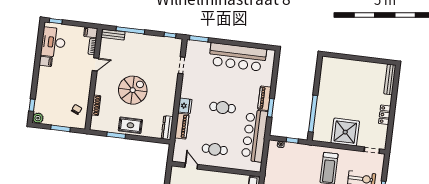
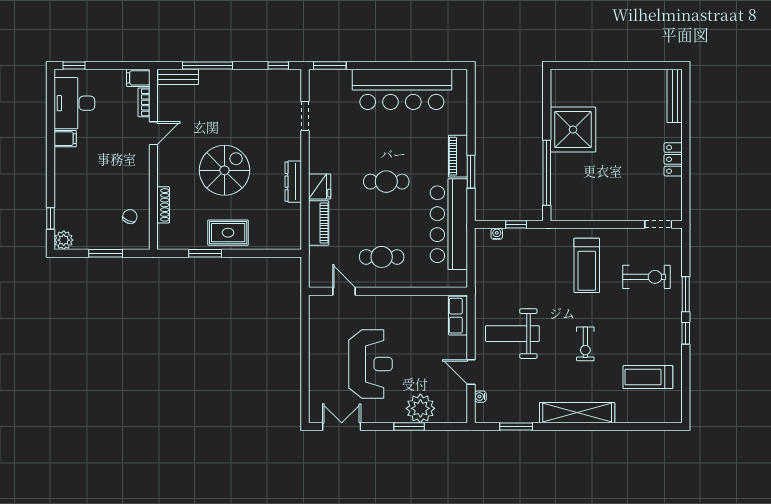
dresser: (167, 128) -> (293, 182), moved
shower: (345, 132) -> (573, 130), moved

